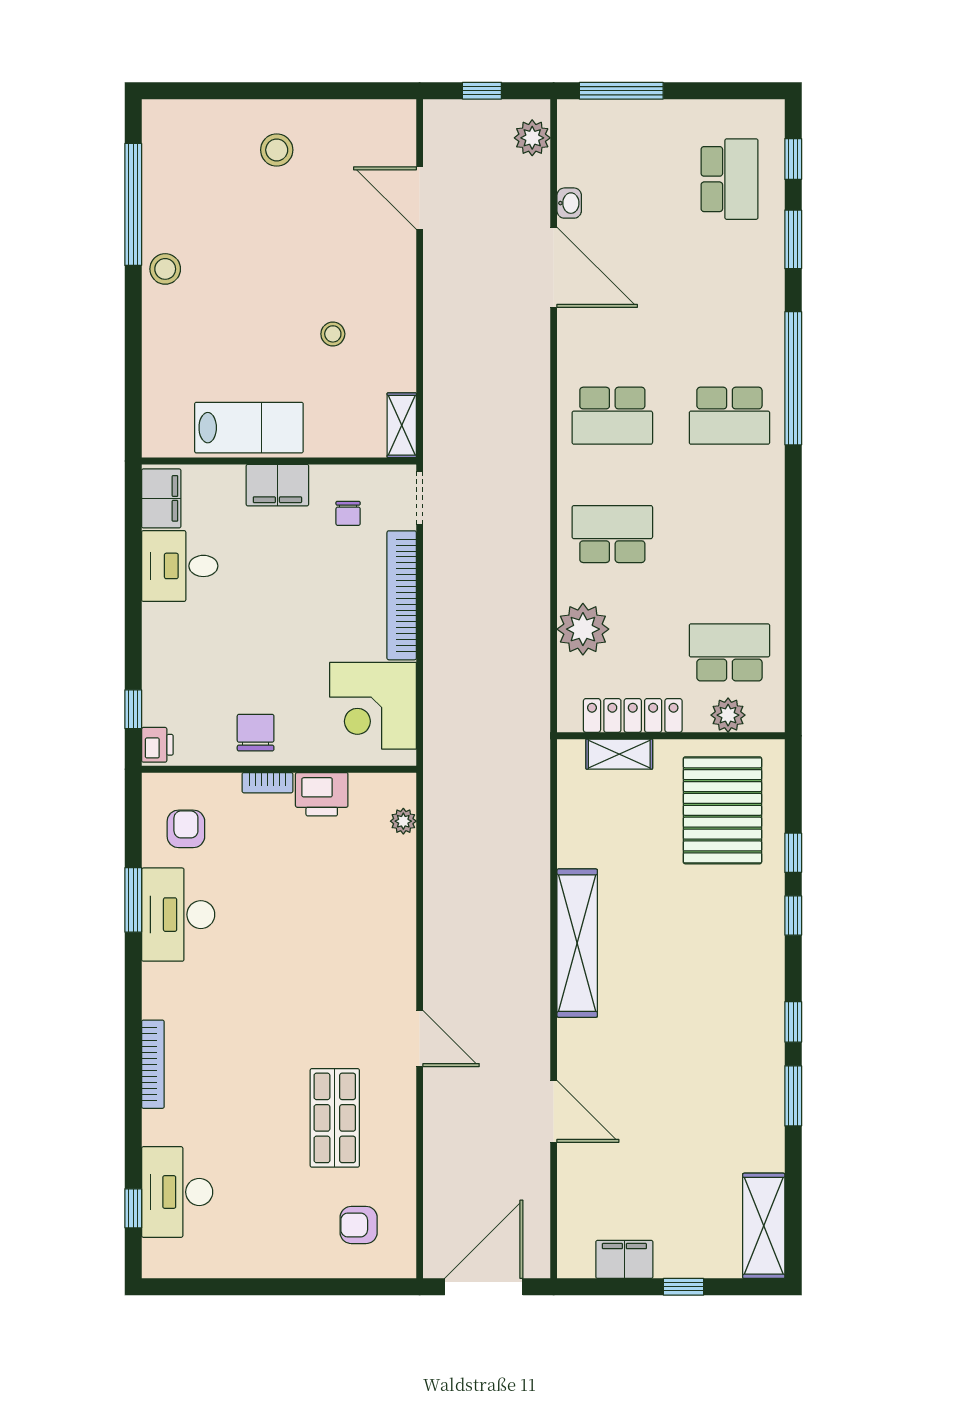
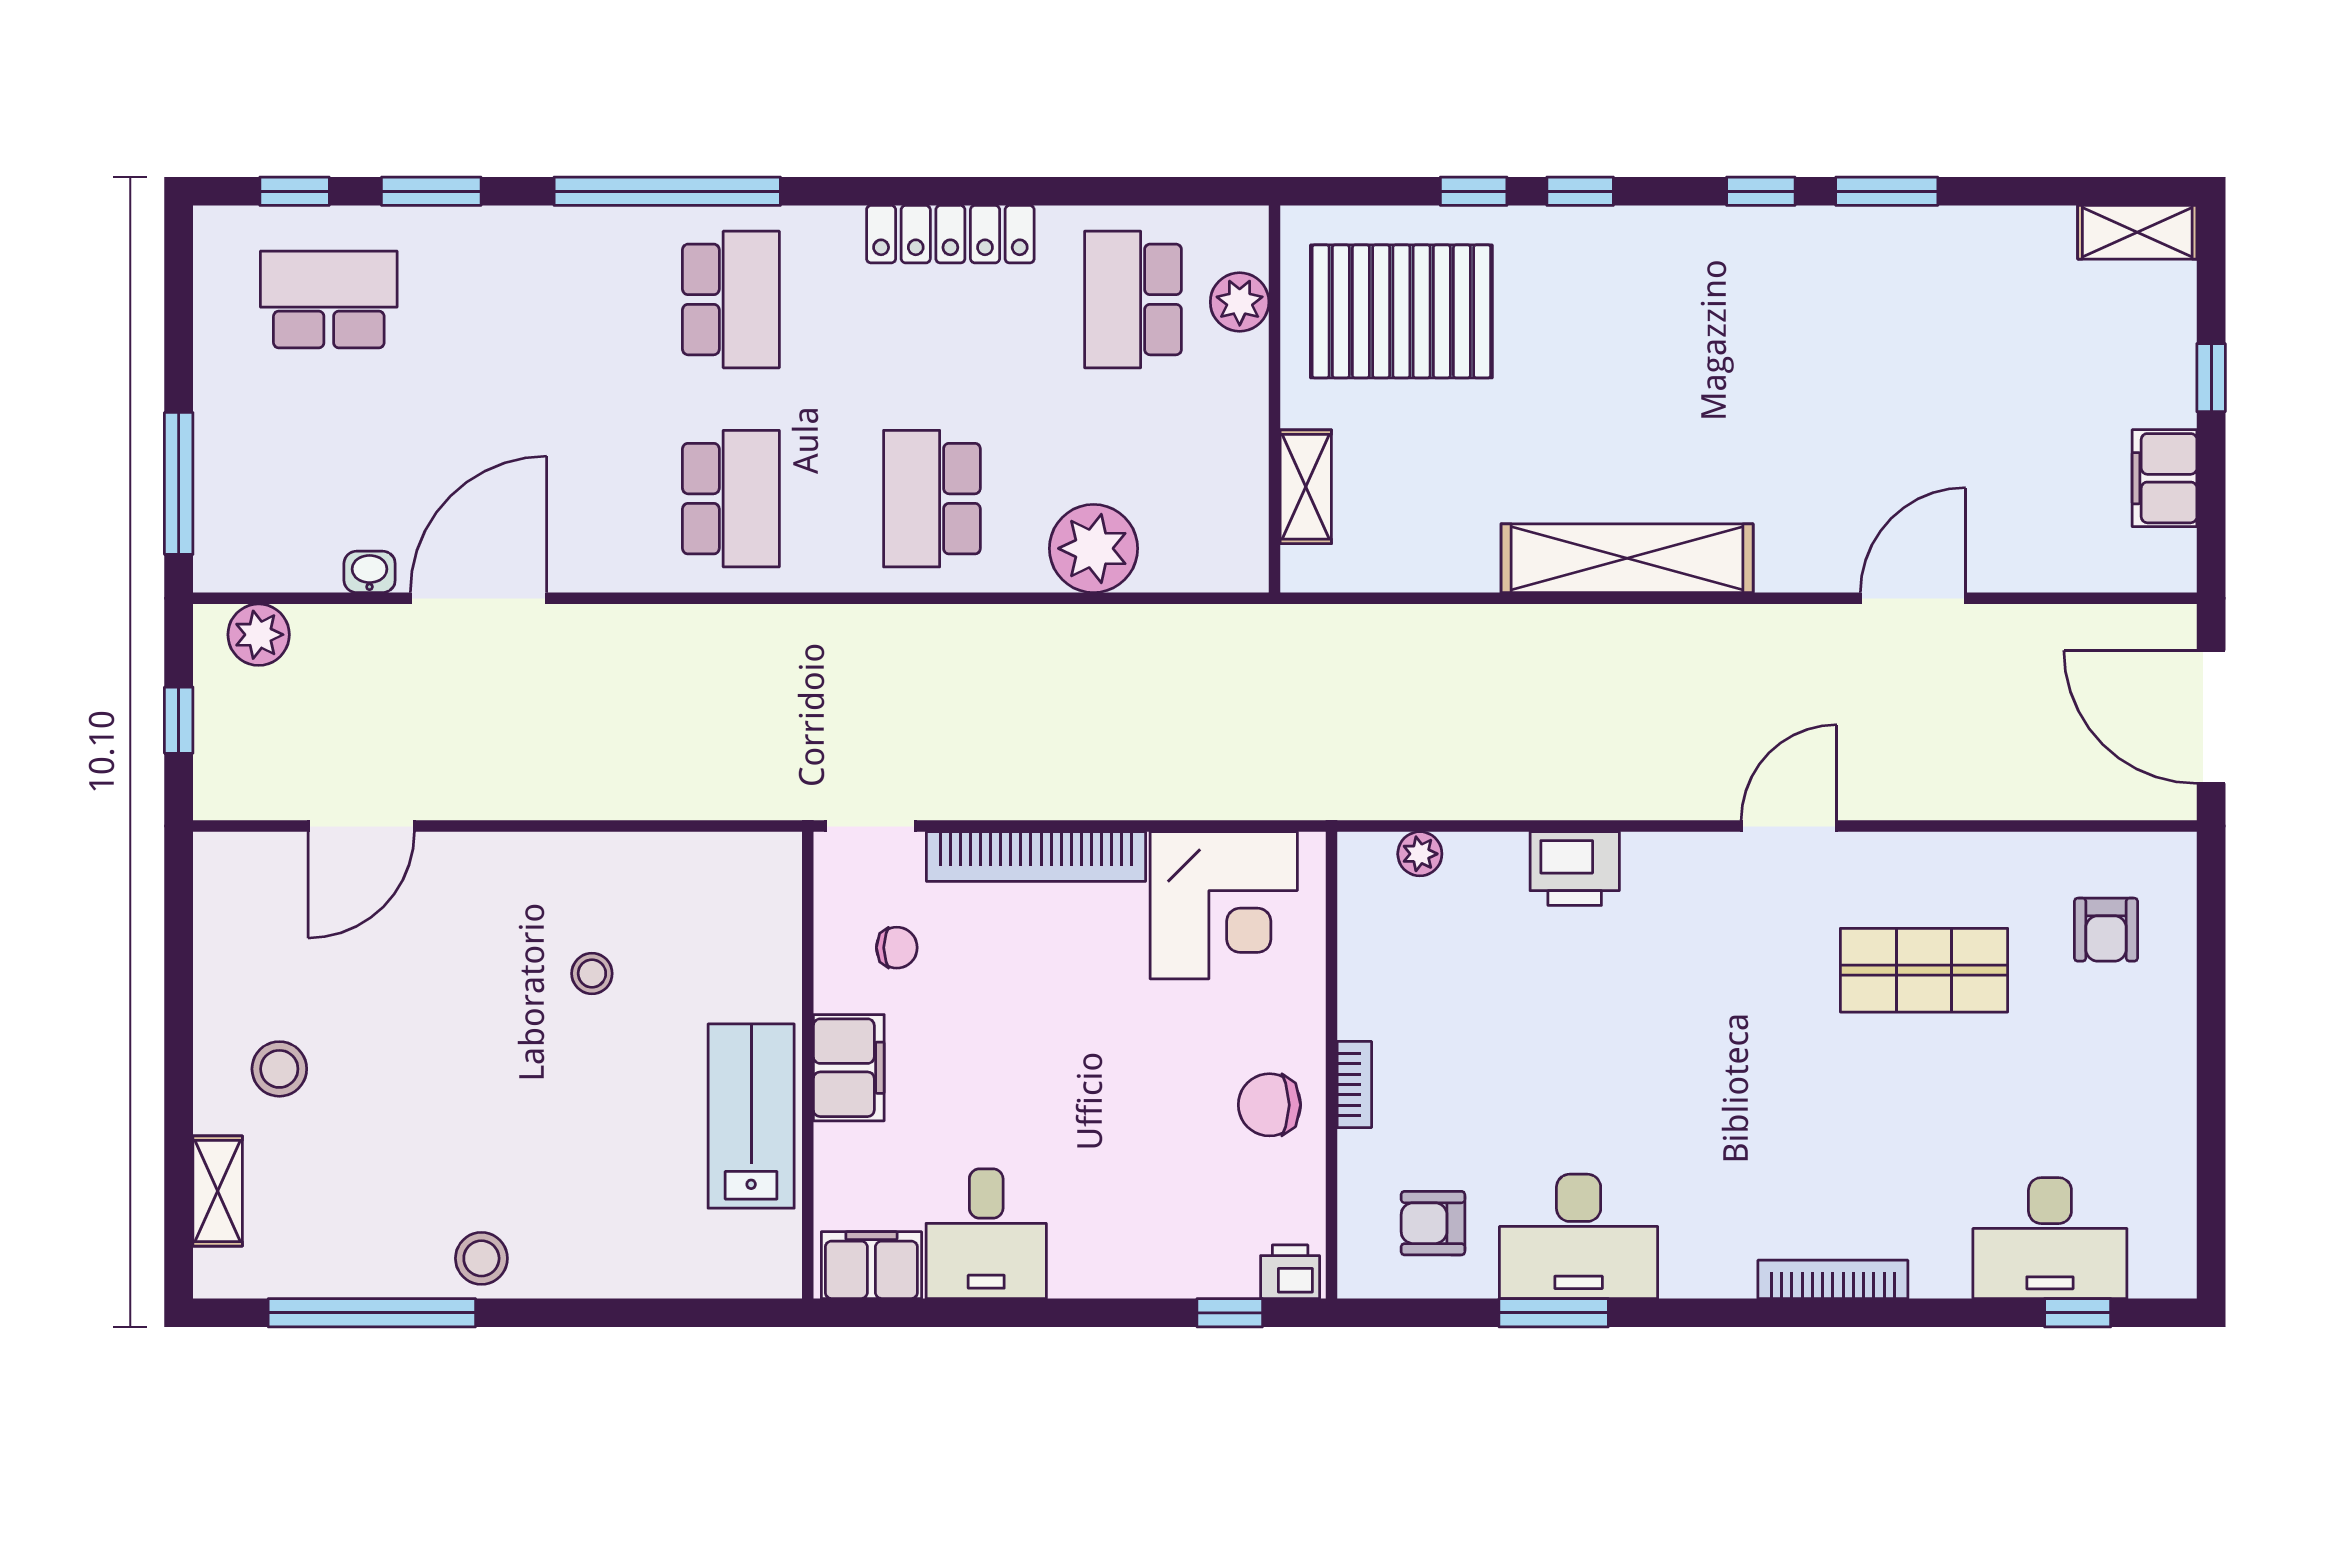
shelving: (402, 425) -> (218, 1191), moved, turned 90
locker: (633, 715) -> (950, 234), moved, turned -90
printer: (322, 794) -> (1575, 869), moved, turned 90
shelving: (764, 1226) -> (2137, 232), width x0.67, depth x0.75

